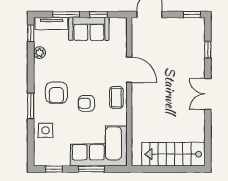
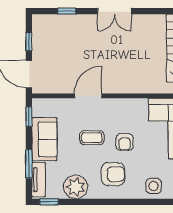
window: (98, 15) -> (29, 117), moved
window: (192, 15) -> (29, 41), moved
plant: (39, 53) -> (76, 187), width x1.87, depth x1.87
coffee table: (116, 98) -> (92, 138), moved
window: (31, 106) -> (127, 202), removed

